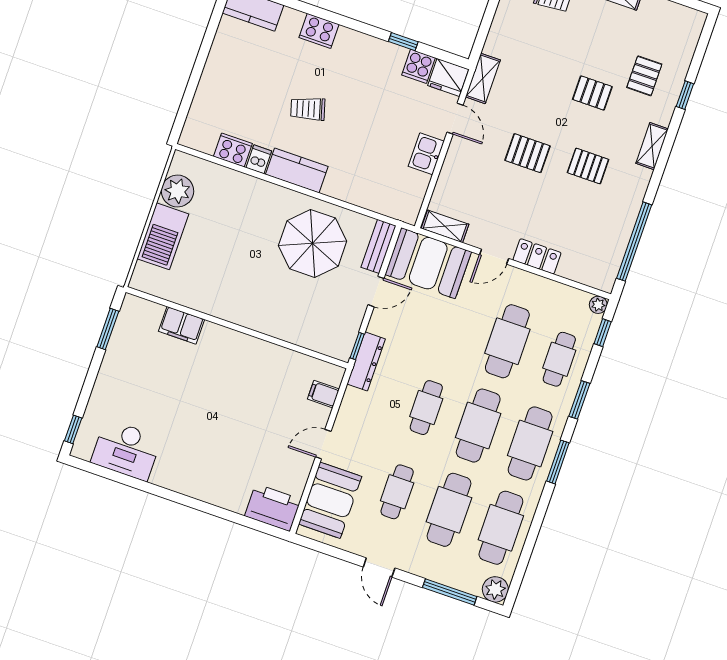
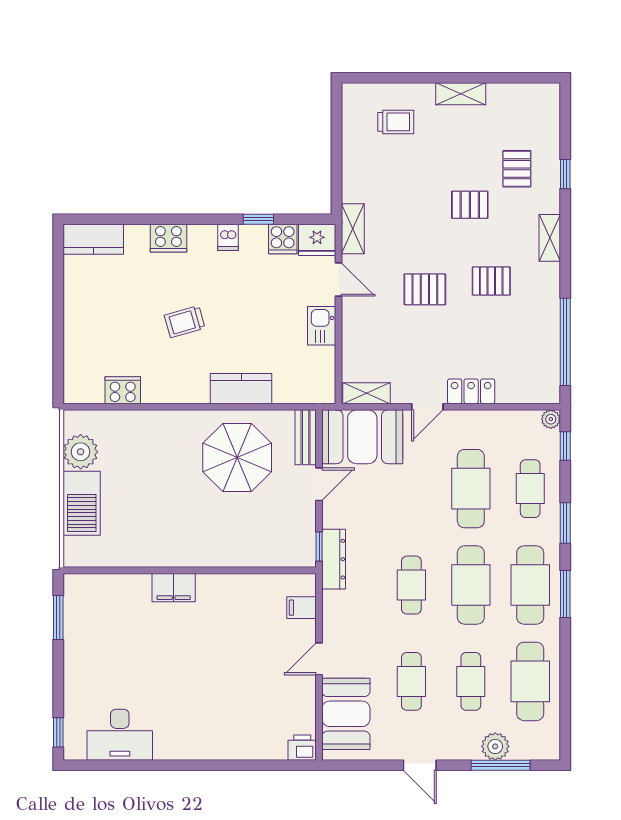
dishwasher: (259, 159) -> (228, 237), moved, turned 180
kitchen counter: (297, 170) -> (241, 389), moved
filing cabinet: (181, 325) -> (174, 588), moved
printer: (273, 508) -> (302, 748), width x0.53, depth x0.68
cafe table: (449, 510) -> (471, 681), width x0.73, depth x0.74
plant: (495, 589) -> (495, 746), moved

